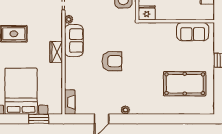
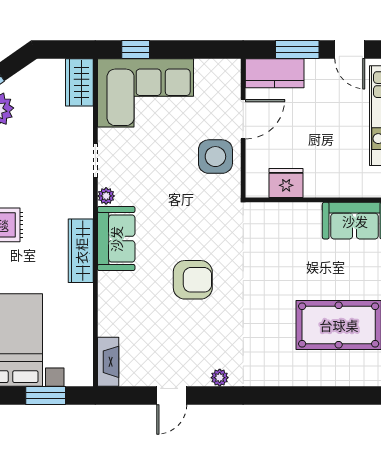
fridge: (147, 13) -> (286, 183), moved
wardrobe: (56, 52) -> (81, 251), width x1.50

